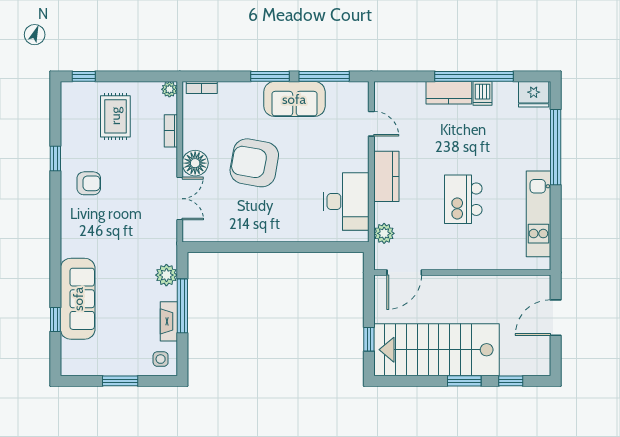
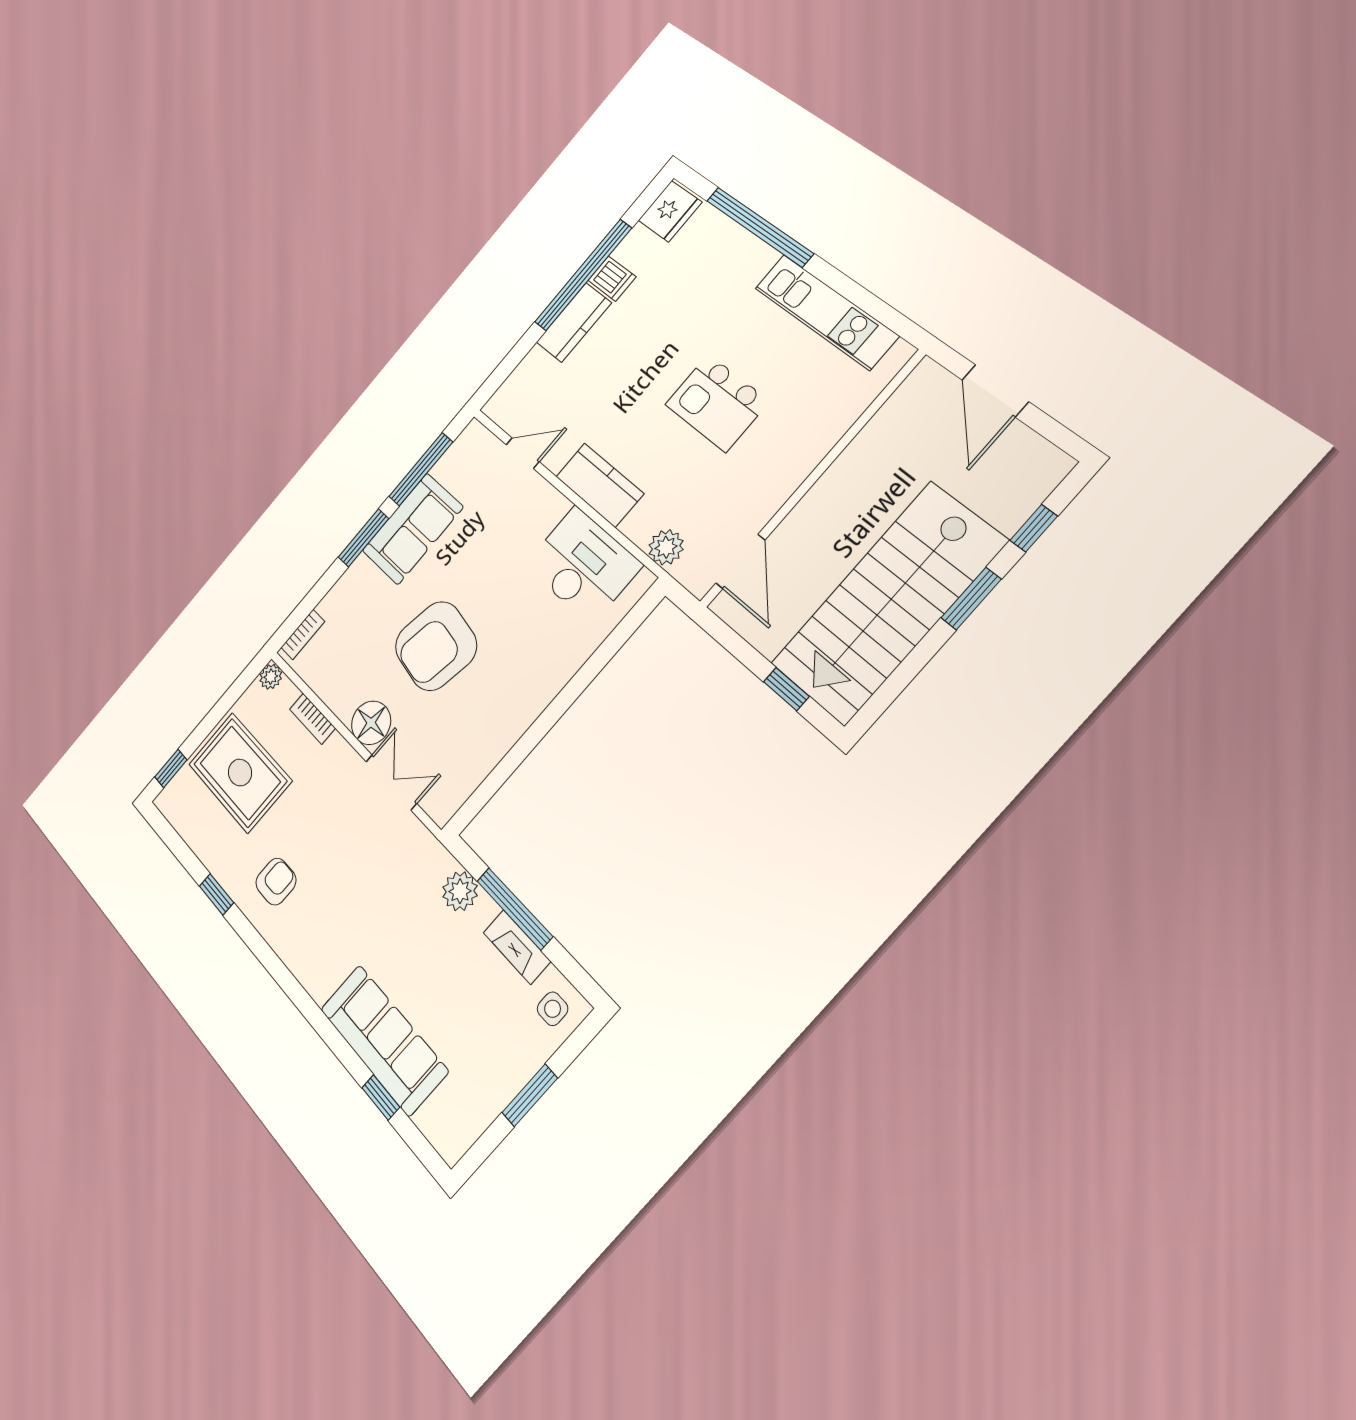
rug: (115, 116) -> (240, 773), width x1.36, depth x1.43

